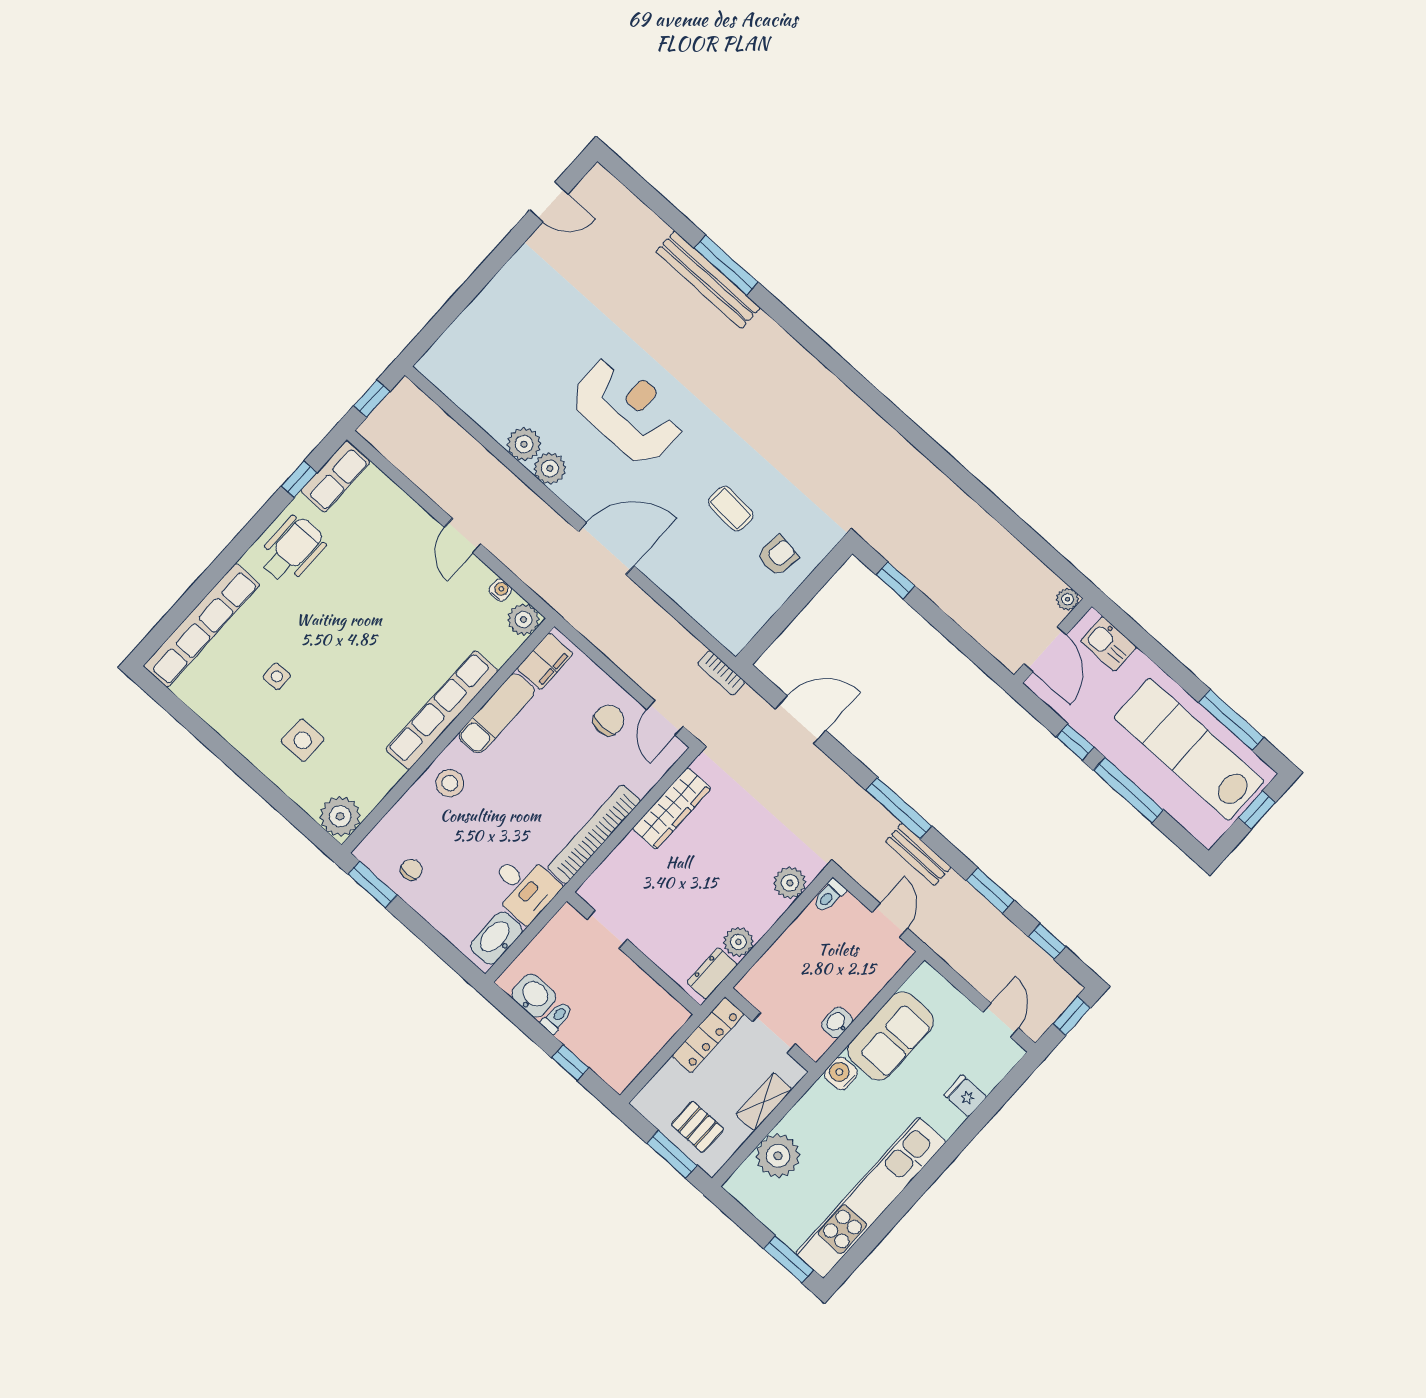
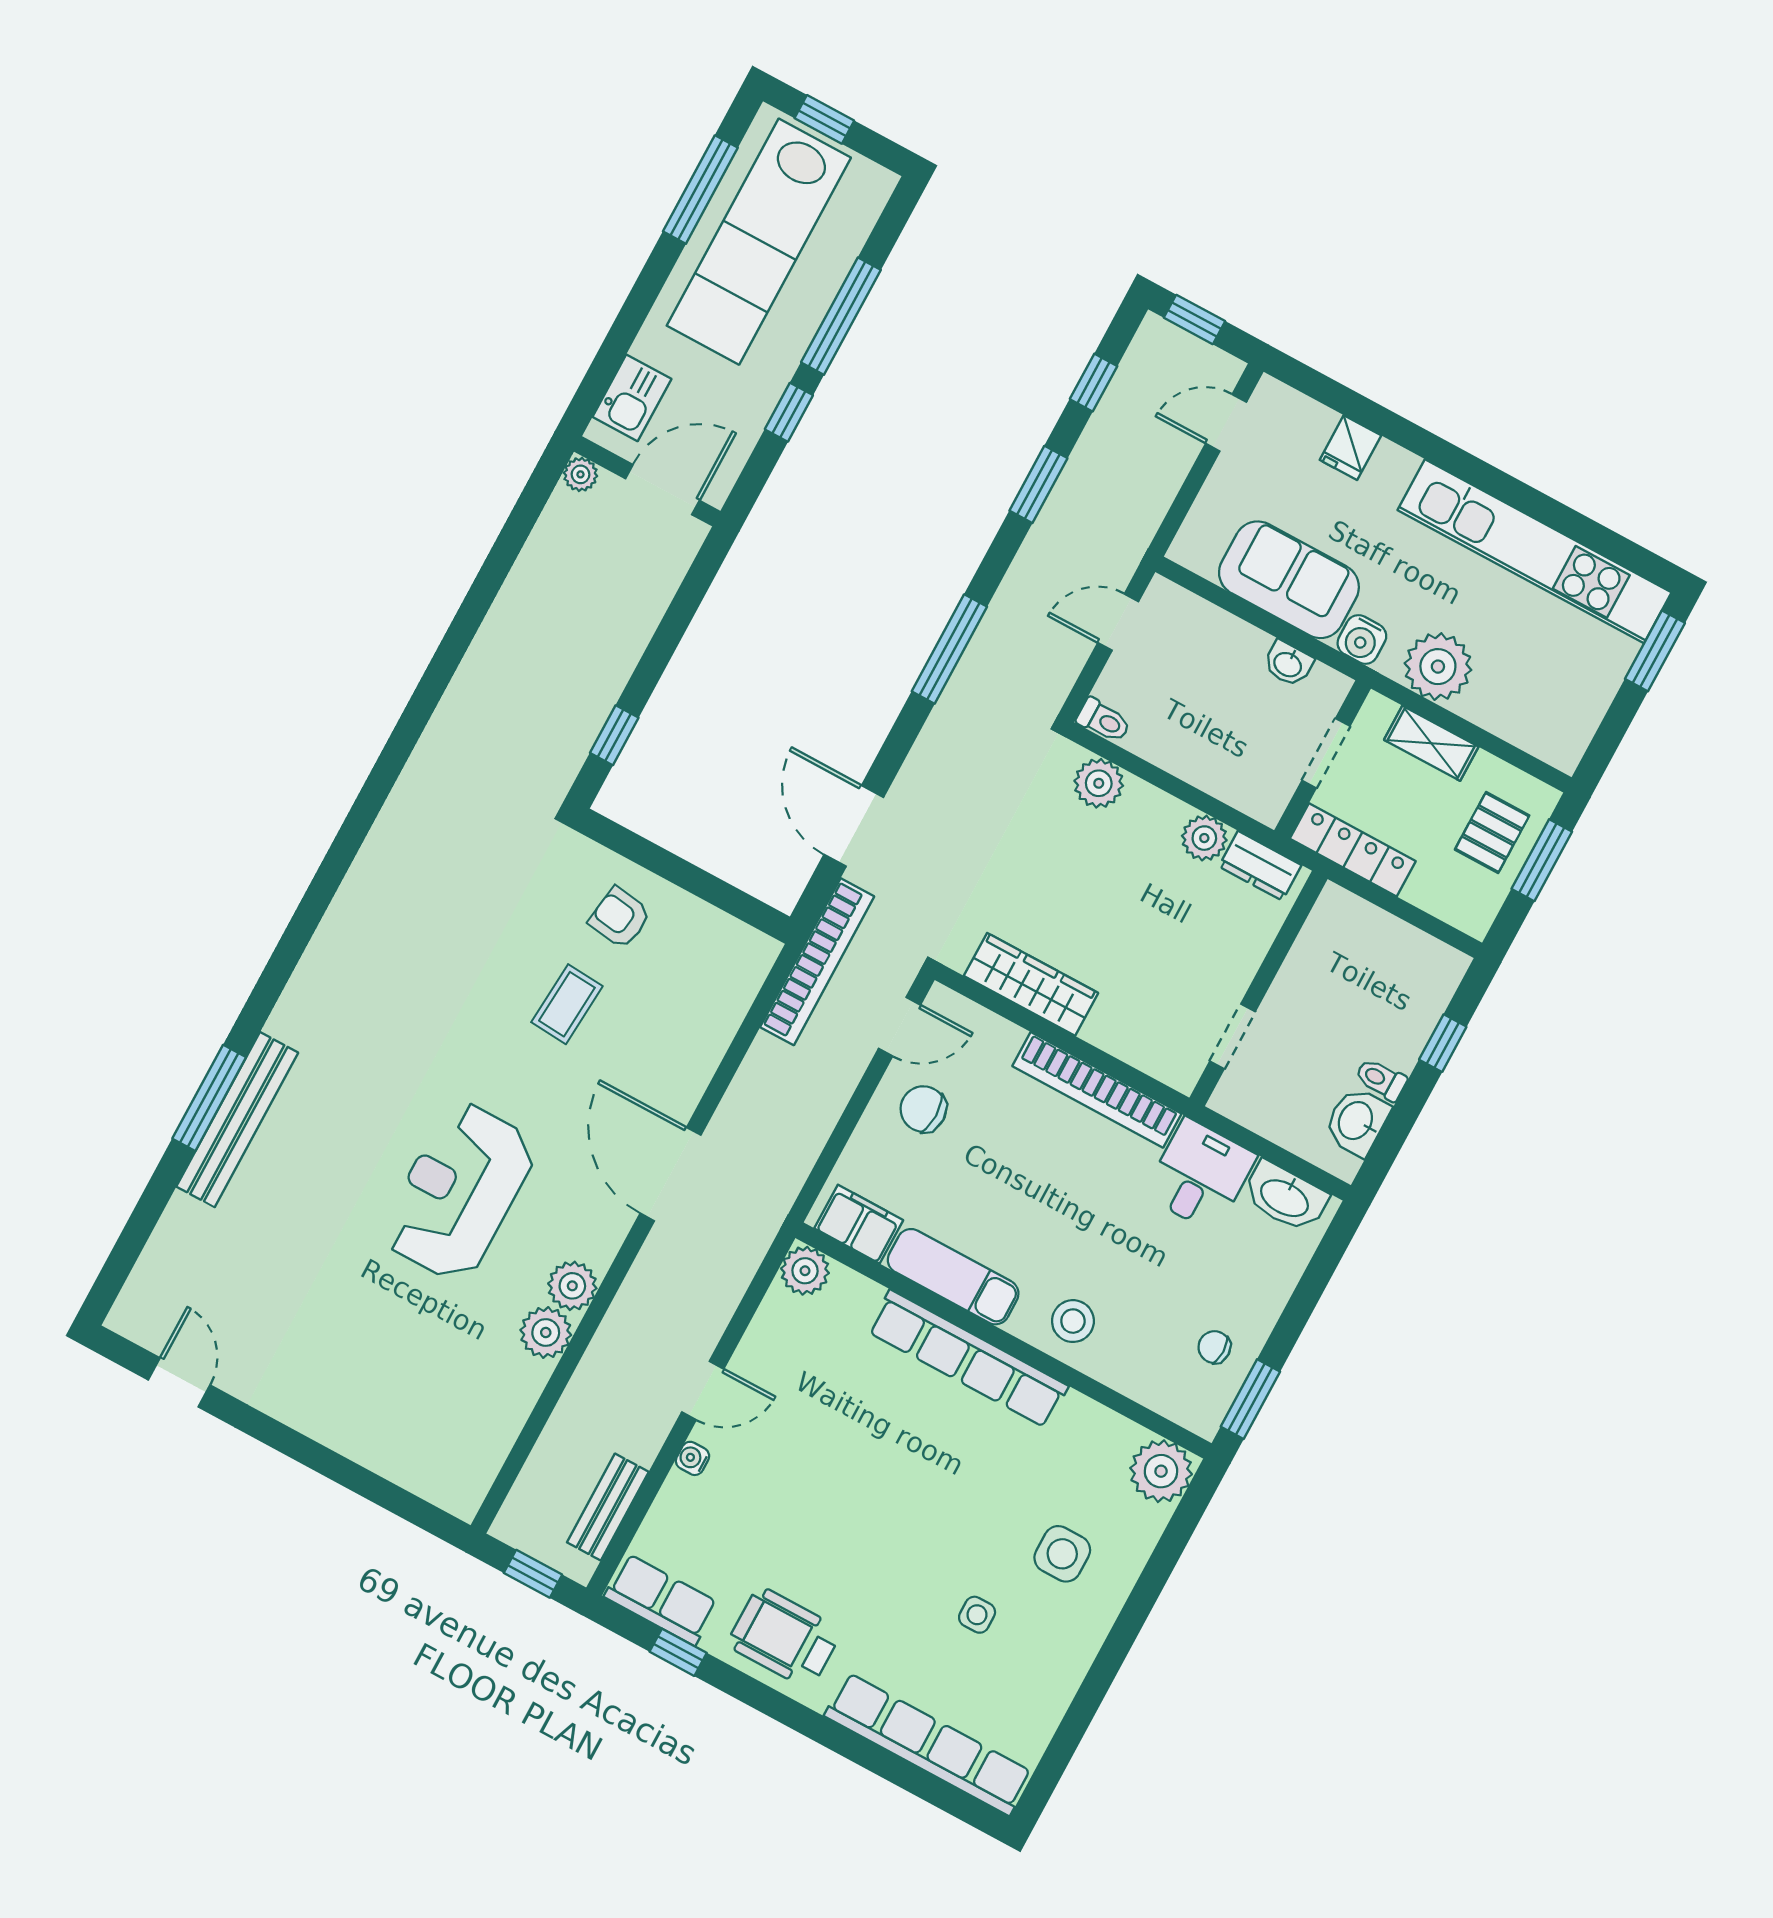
water cooler: (500, 590) -> (692, 1458), moved
bookcase: (721, 673) -> (817, 962), width x2.31, depth x1.31
bench: (918, 854) -> (608, 1507), moved
plant: (778, 1156) -> (1438, 667), moved

